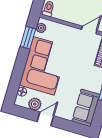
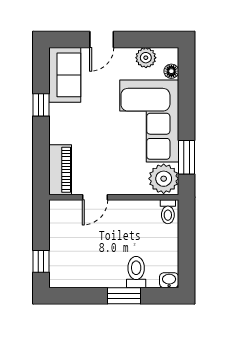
plant: (41, 28) -> (164, 179), width x1.88, depth x1.88
door: (45, 119) -> (102, 40), moved

